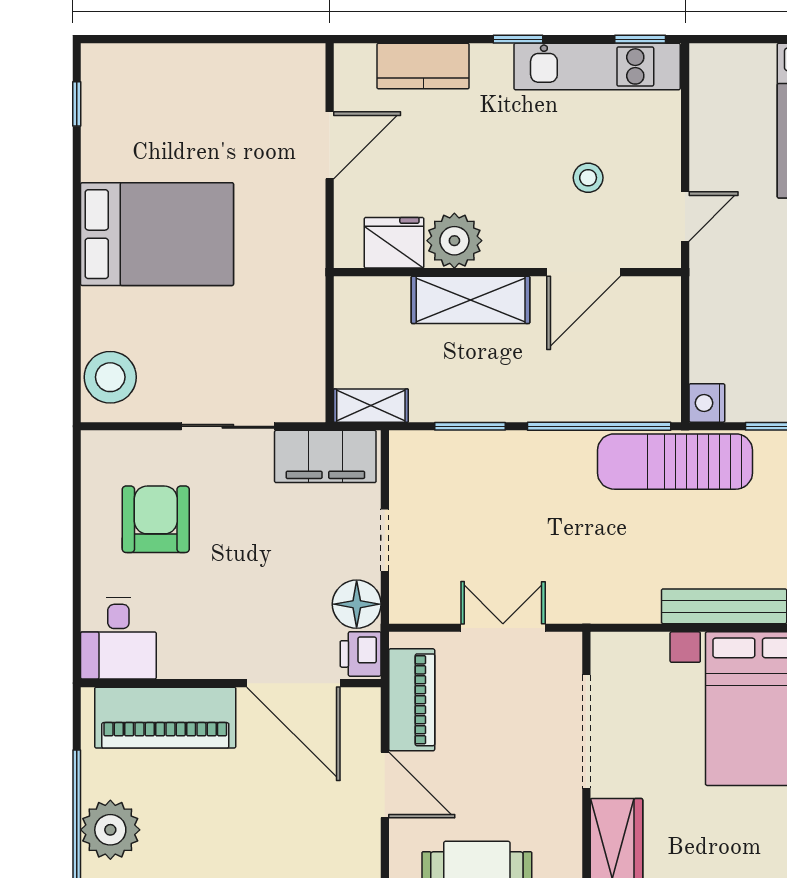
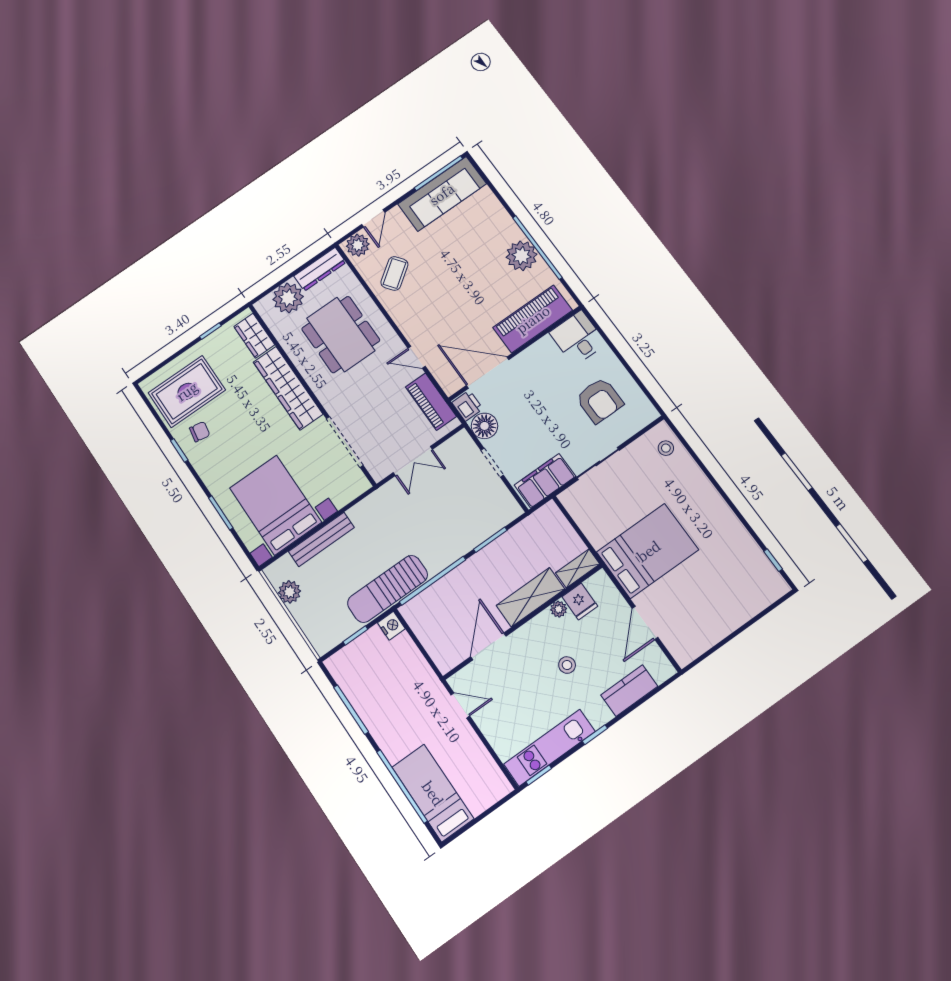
stool: (588, 178) -> (567, 665), moved
door: (685, 216) -> (460, 705), swing flipped
bed: (157, 234) -> (648, 551), moved, turned 180
plant: (454, 241) -> (559, 609), width x0.53, depth x0.53
fridge: (394, 243) -> (580, 601), width x0.72
stool: (110, 377) -> (666, 448), width x0.53, depth x0.53
shelving: (371, 406) -> (578, 568), moved
sun lounger: (675, 462) -> (387, 589), turned 180
door: (385, 785) -> (417, 357), width x0.73

